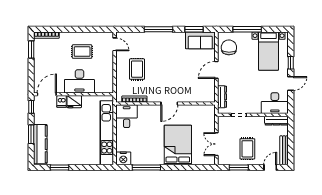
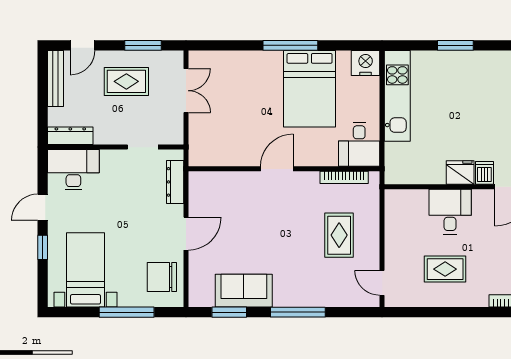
sofa: (200, 40) -> (244, 291), moved
chair: (229, 47) -> (162, 277), turned 89
desk: (79, 81) -> (450, 212), width x0.73
kitchen unit: (107, 133) -> (397, 96), width x0.73
bed: (178, 145) -> (310, 89), moved
rug: (247, 149) -> (126, 81), turned 90
window: (59, 168) -> (455, 45), moved
window: (146, 168) -> (290, 45), moved

